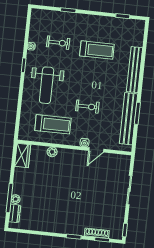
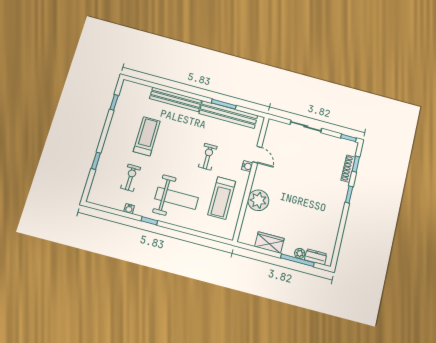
treadmill: (53, 124) -> (222, 198), turned 180
plant: (52, 152) -> (258, 200), width x1.87, depth x1.87
wardrobe: (23, 155) -> (269, 243), moved

